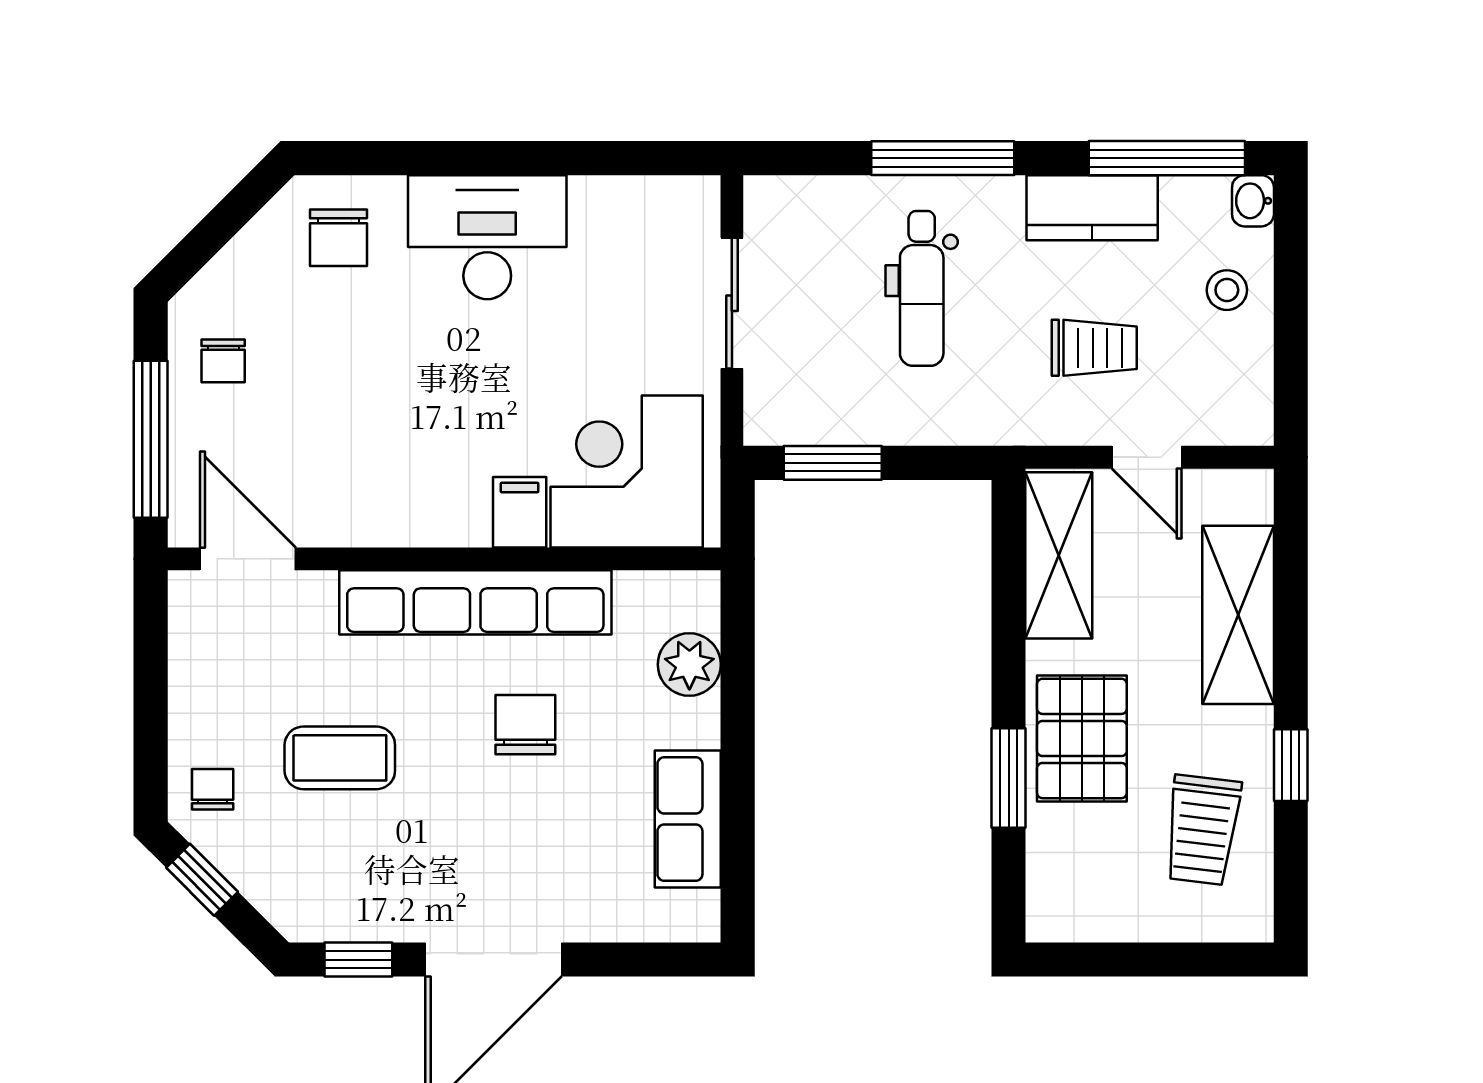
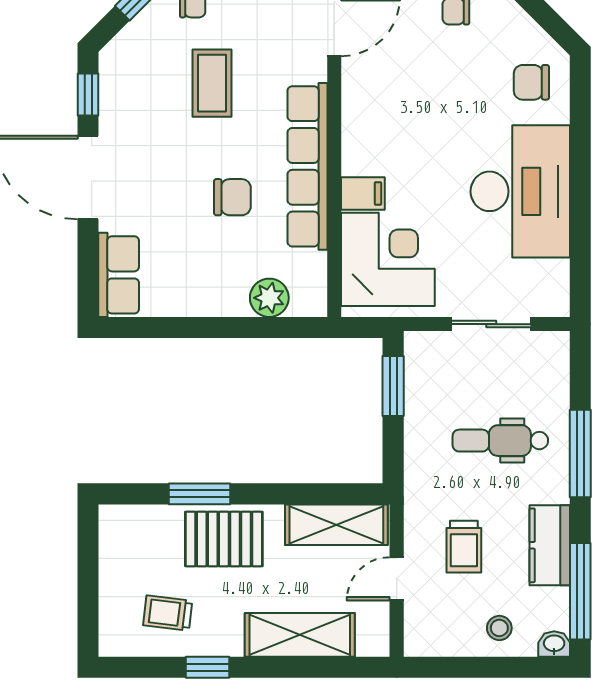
desk: (487, 237) -> (520, 191), width x1.36, depth x1.30
row of seats: (688, 819) -> (119, 275), moved, turned 90
trolley: (1202, 830) -> (168, 613), width x0.73, depth x0.72

